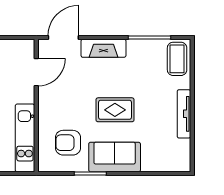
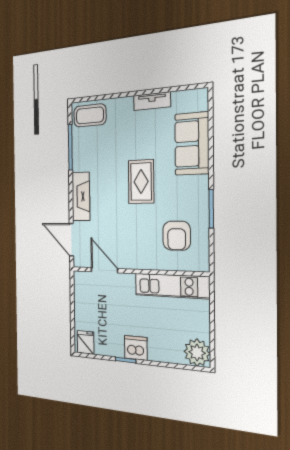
tv unit: (184, 114) -> (152, 101), width x0.71
sofa: (115, 157) -> (192, 144), moved

